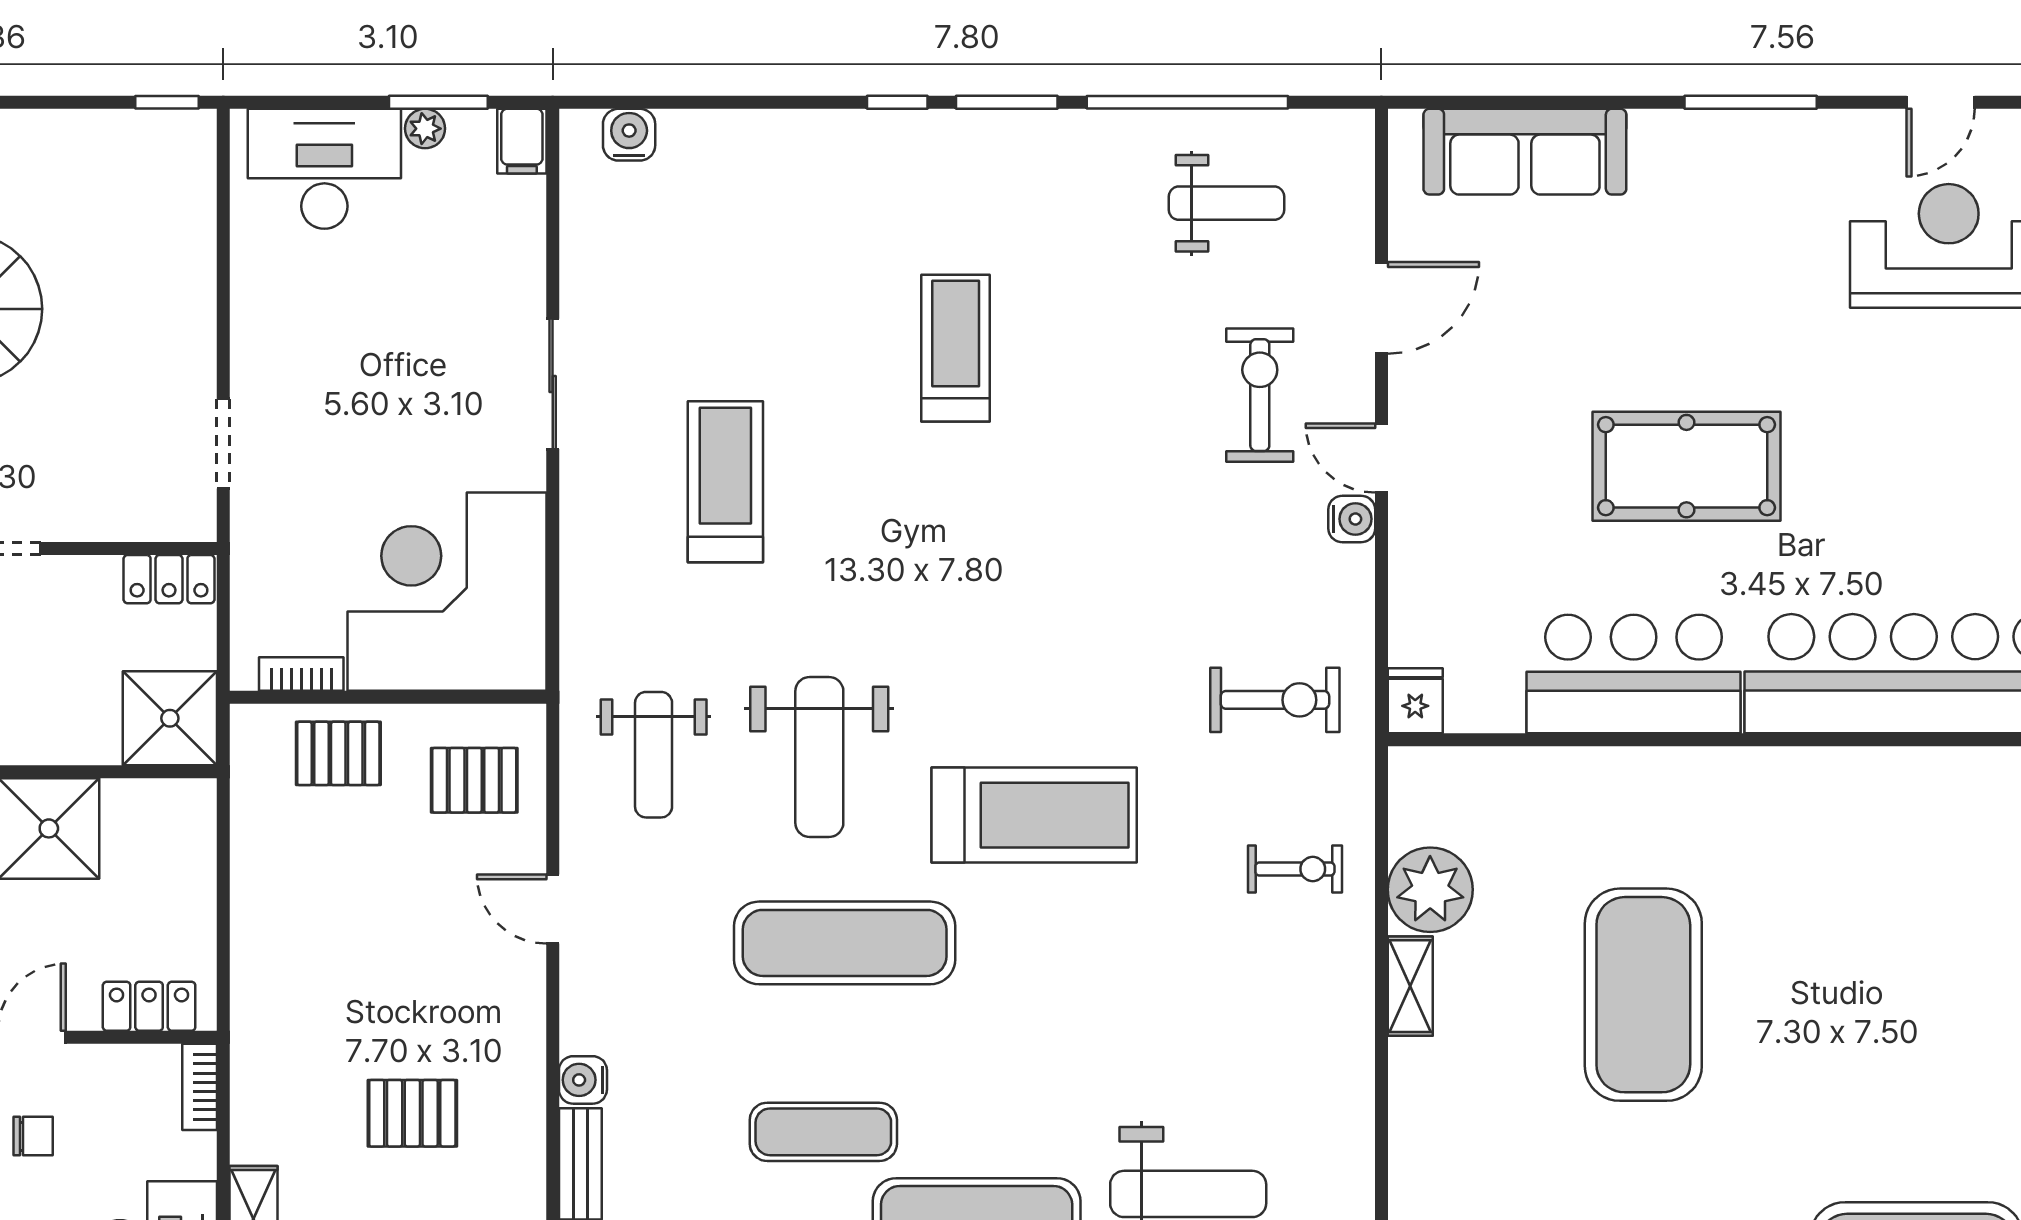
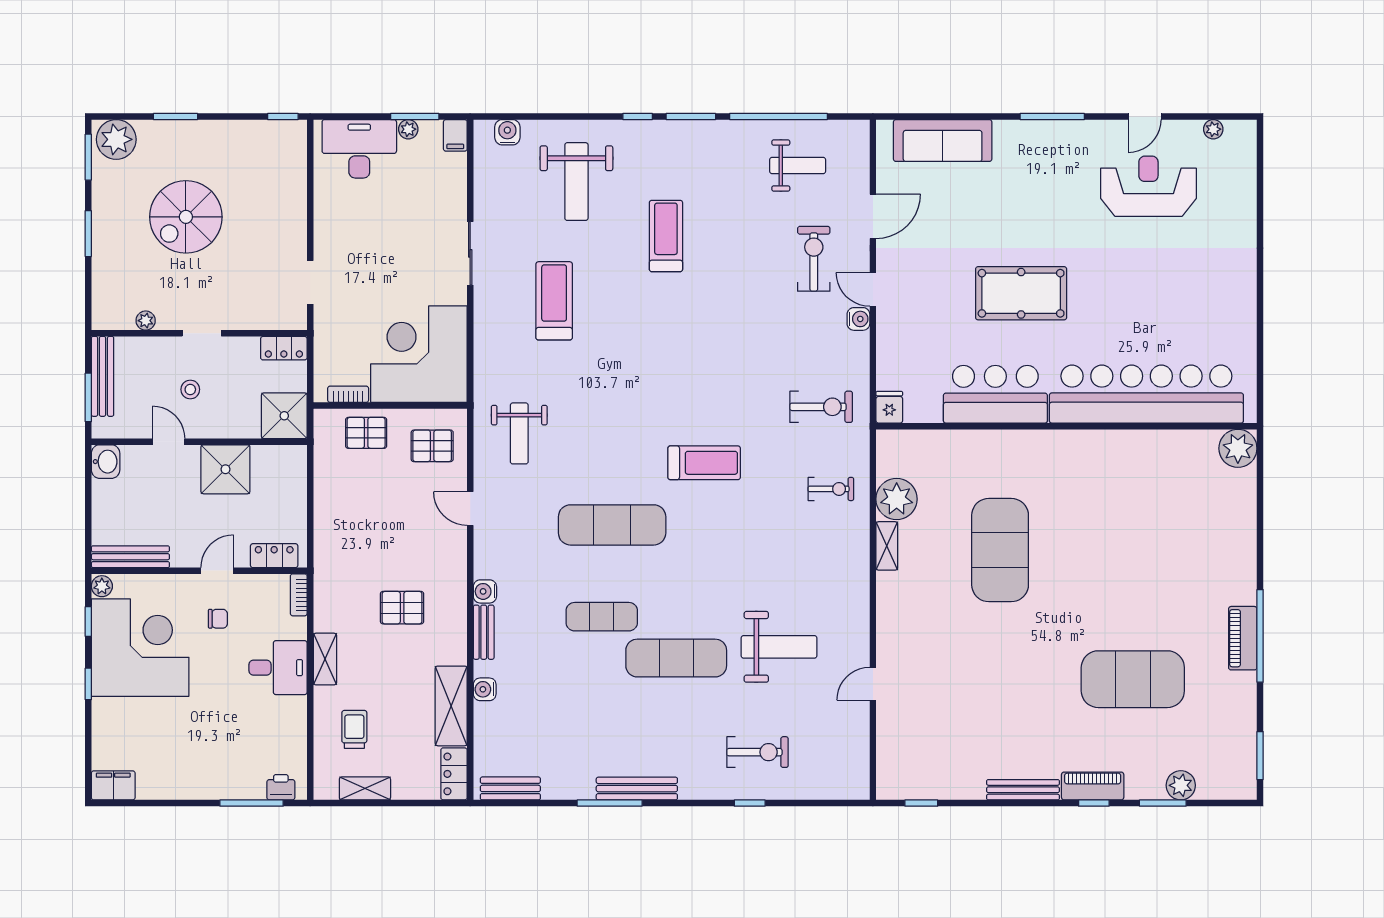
weight bench: (819, 757) -> (576, 182), moved
treadmill: (1034, 815) -> (704, 463), width x0.73, depth x0.73

